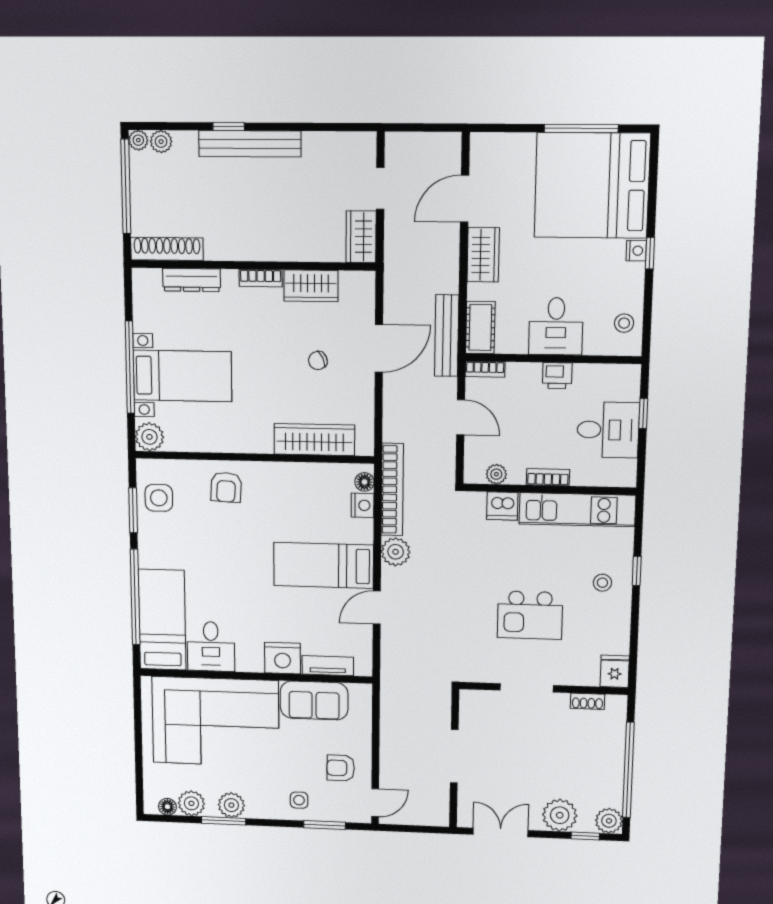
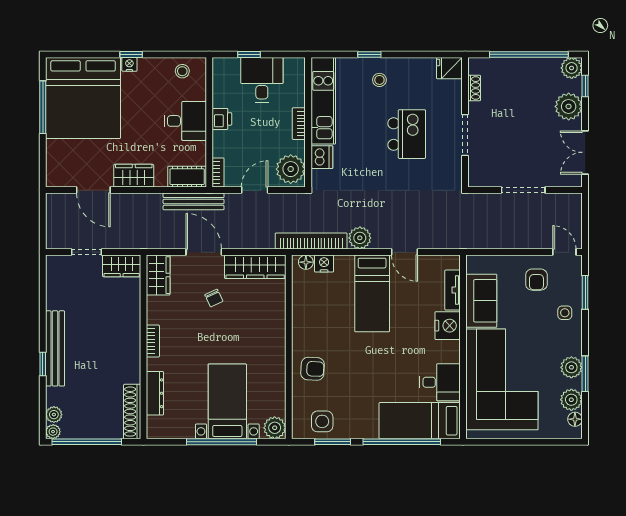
wardrobe: (311, 286) -> (158, 275), moved
wardrobe: (314, 440) -> (255, 267), moved, turned -90
plant: (496, 474) -> (291, 169), width x1.88, depth x1.88

